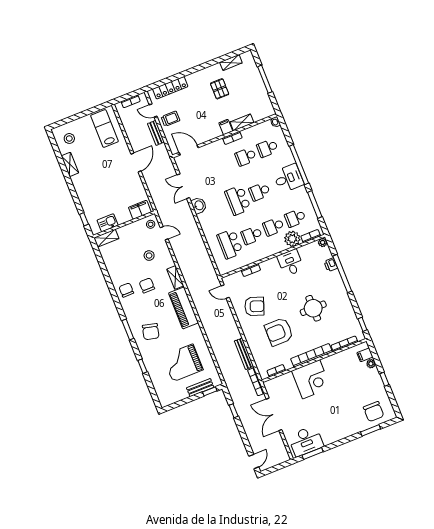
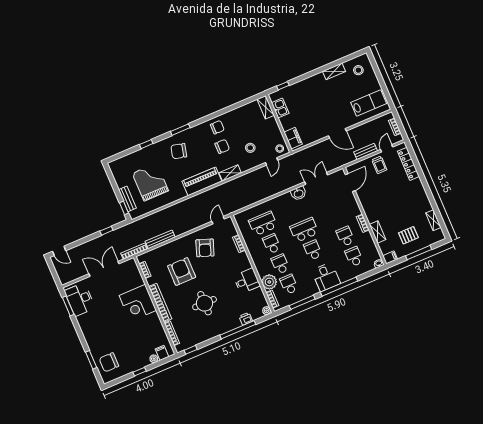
pallet: (220, 89) -> (408, 235), moved
filing cabinet: (226, 127) -> (390, 257), moved

